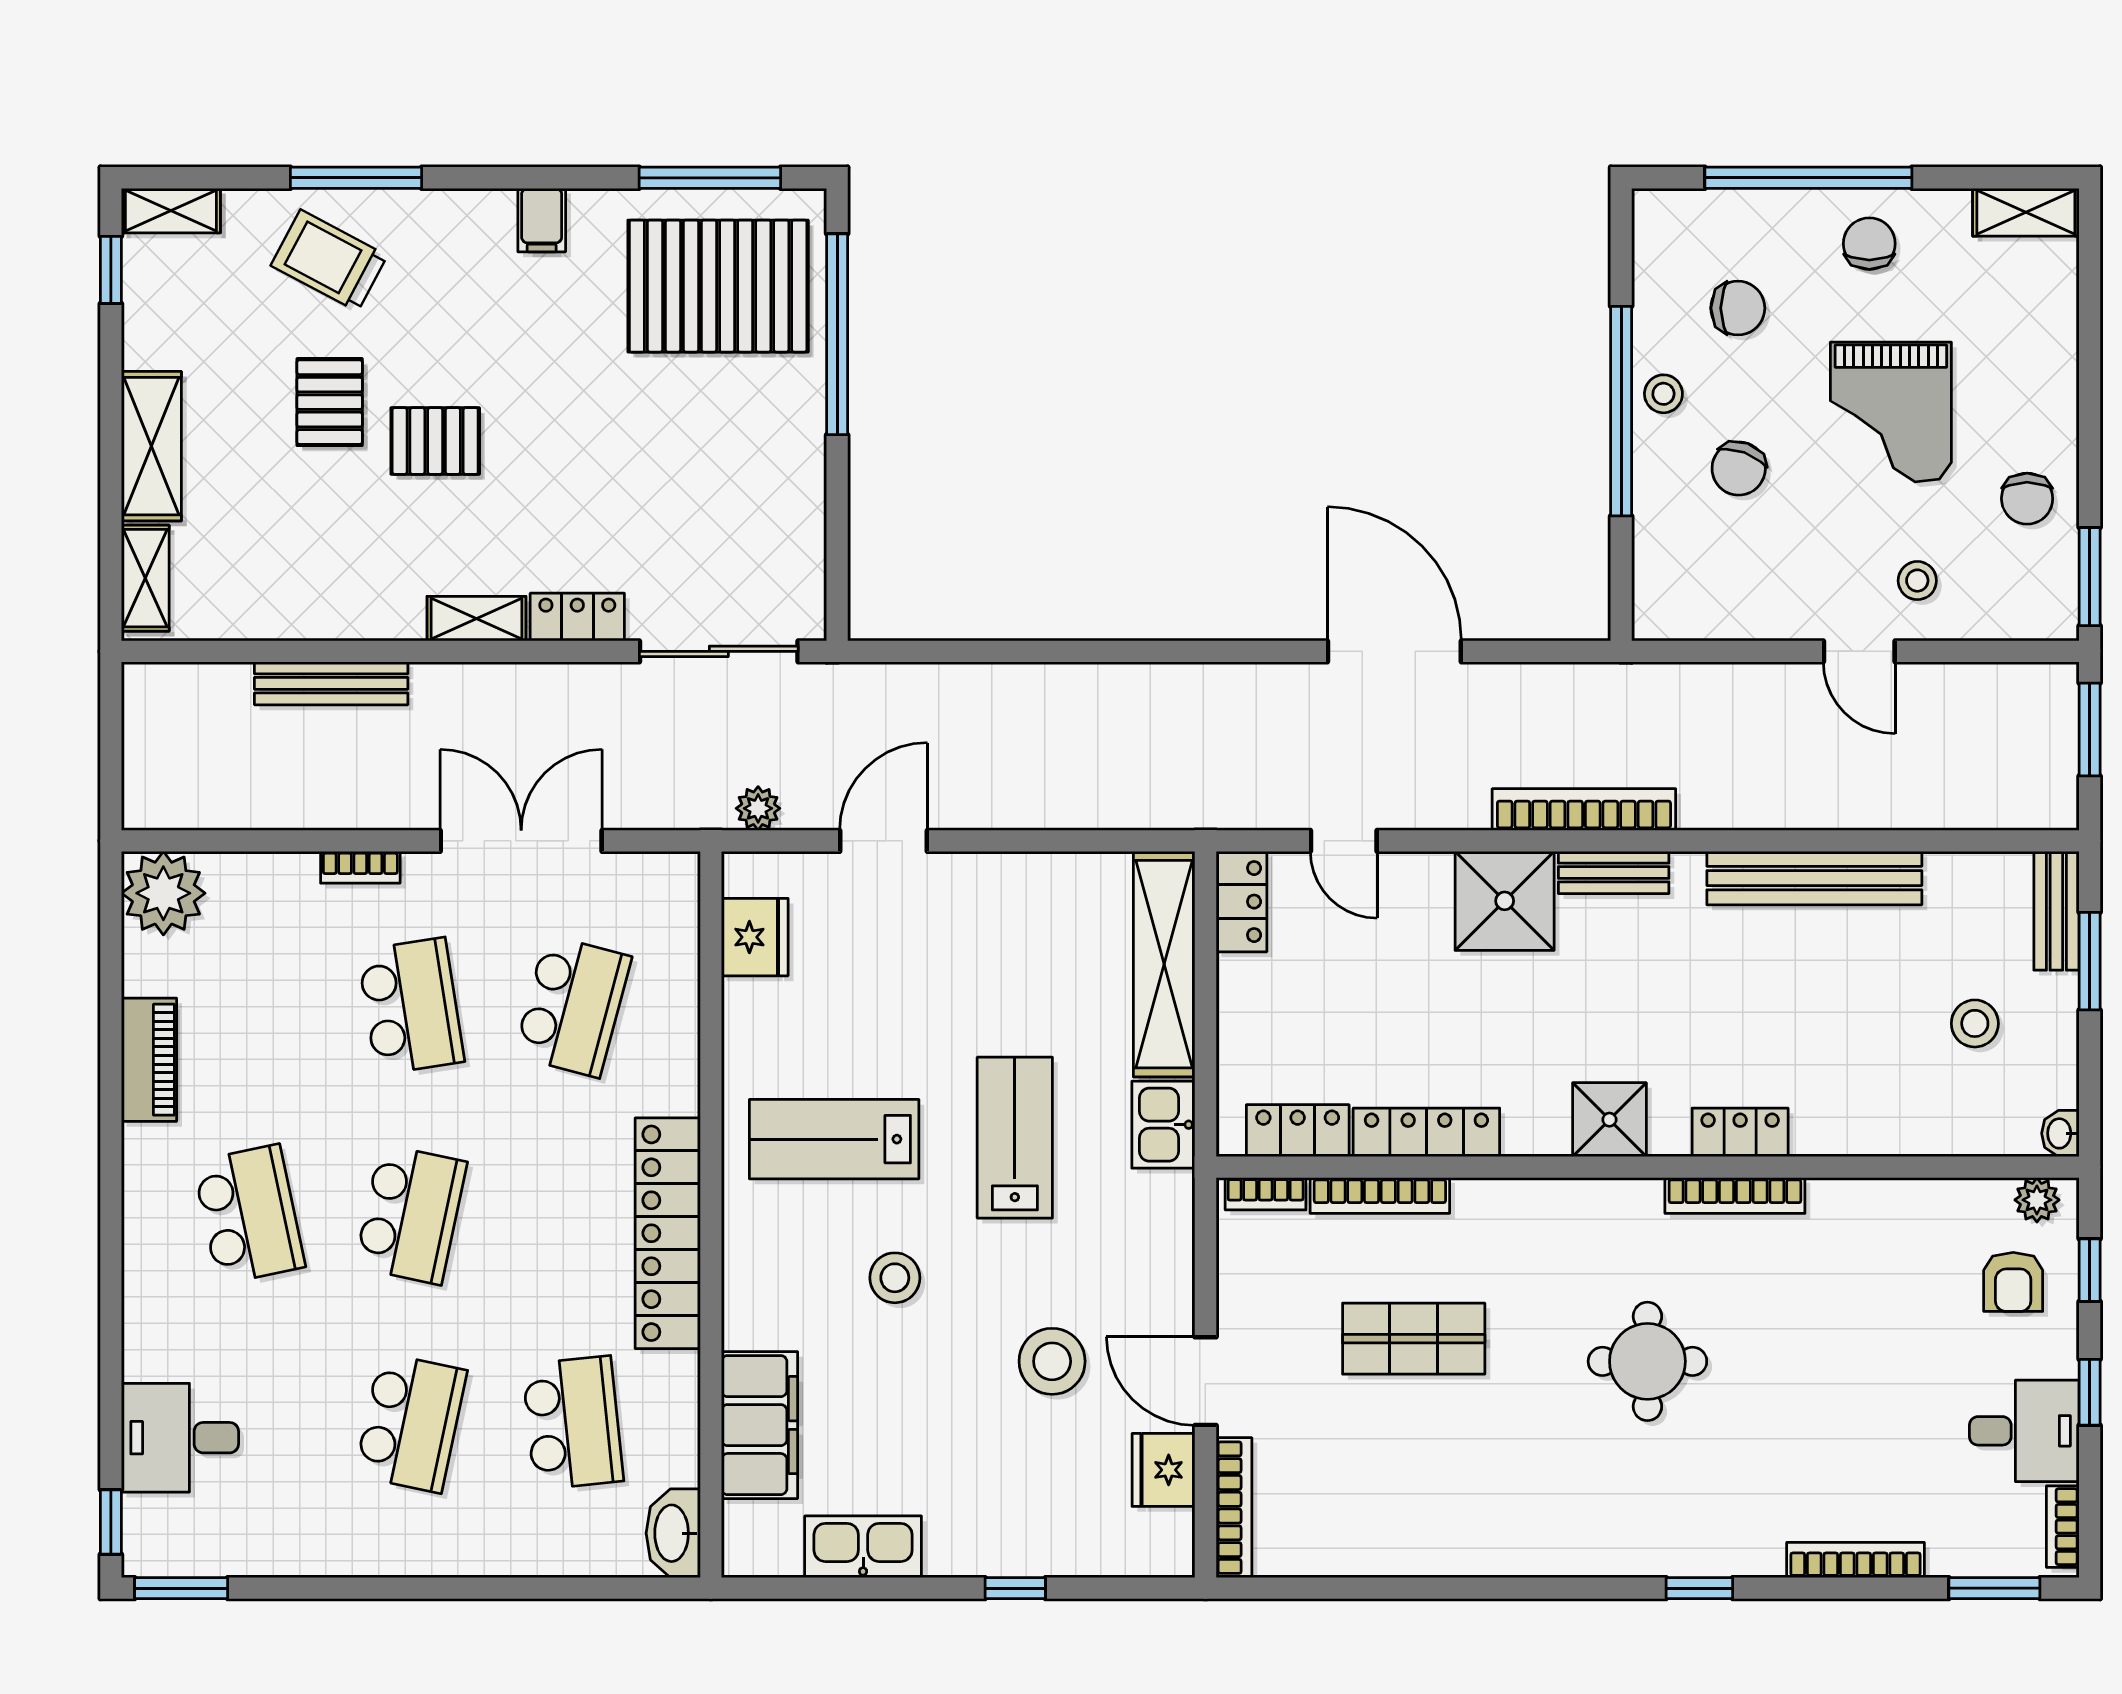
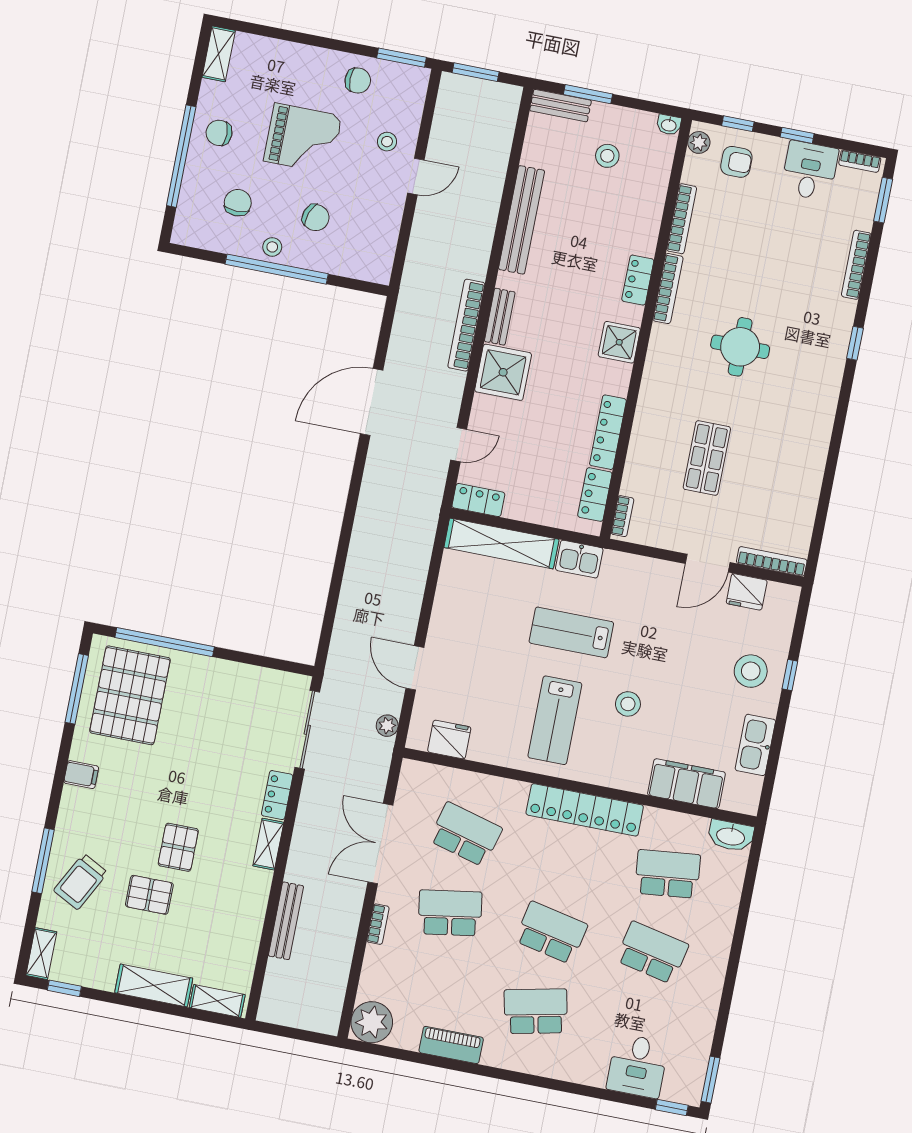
bookcase: (1380, 1195) -> (682, 219), moved
stool: (1052, 1361) -> (751, 671), moved

